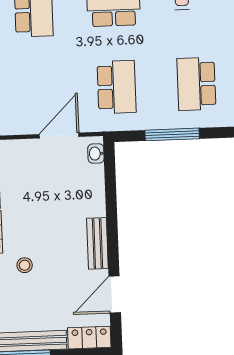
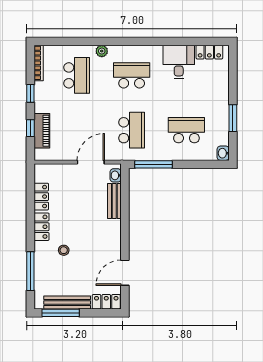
school desk: (196, 84) -> (186, 130), turned 90
window: (172, 134) -> (154, 164), moved
bench: (97, 243) -> (114, 201), moved

